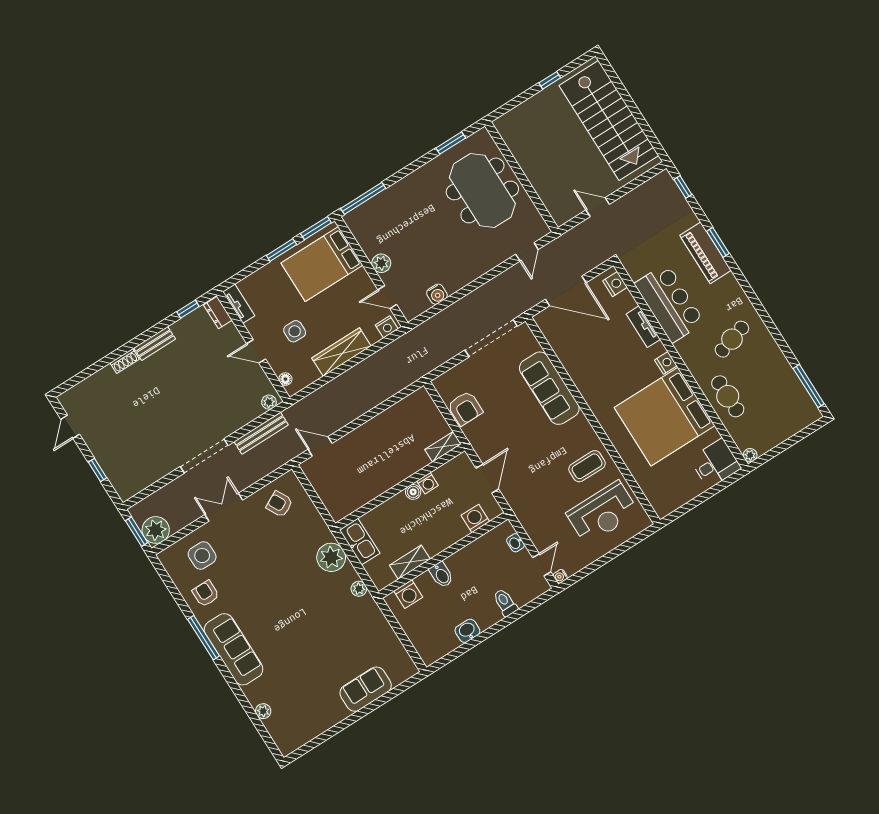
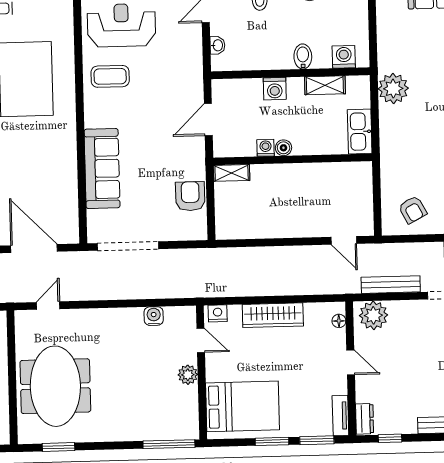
window: (316, 228) -> (317, 440), moved
side table: (295, 331) -> (304, 360), removed
plant: (269, 402) -> (373, 315), width x1.87, depth x1.87
washing machine: (475, 518) -> (275, 89), moved
plant: (331, 557) -> (394, 133), removed
plant: (359, 589) -> (393, 89), width x1.87, depth x1.87

